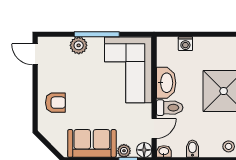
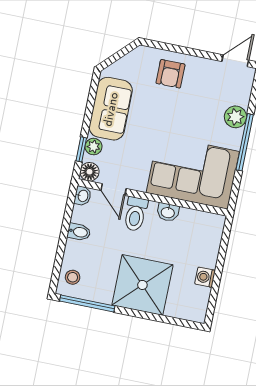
washing machine: (185, 44) -> (205, 277), moved
washbasin: (166, 83) -> (168, 212), width x0.52, depth x0.69

